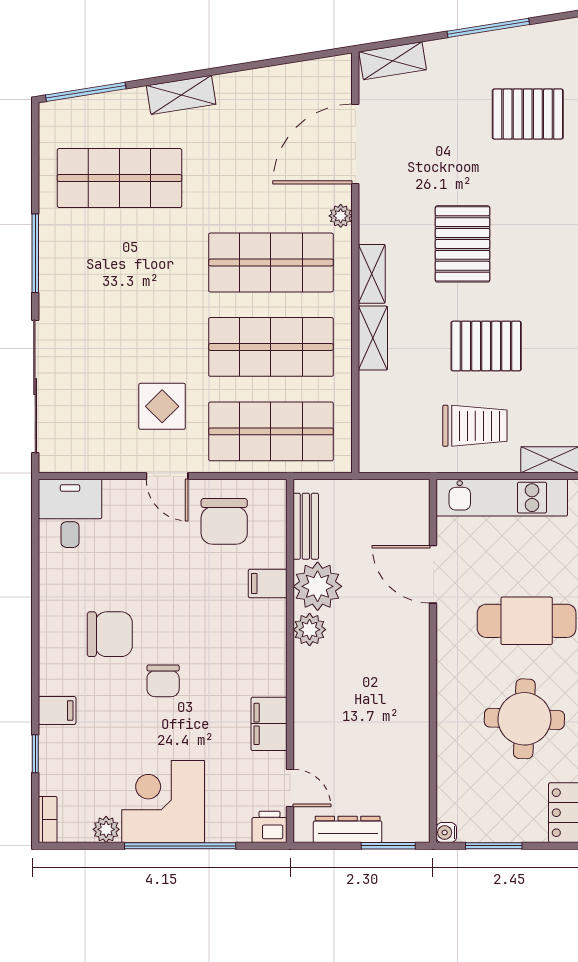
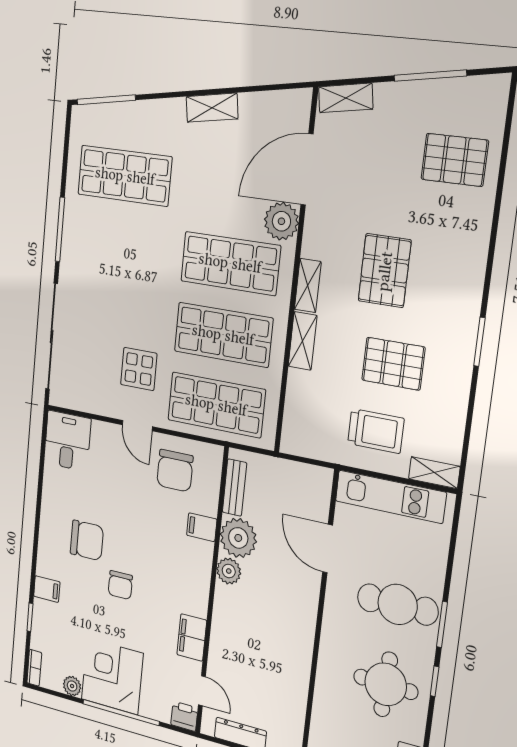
shelving: (181, 95) -> (212, 108), moved
plant: (341, 216) -> (281, 221), width x1.87, depth x1.87

